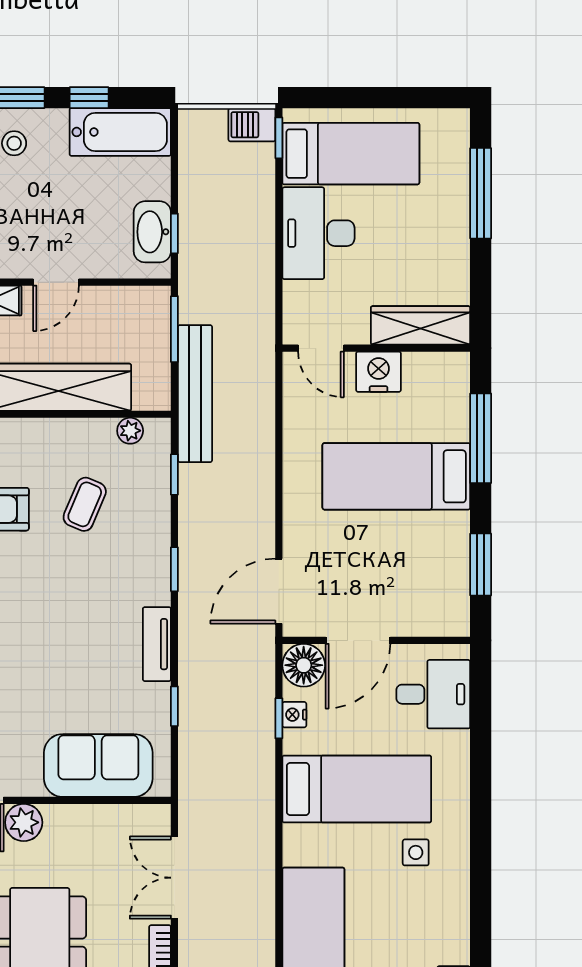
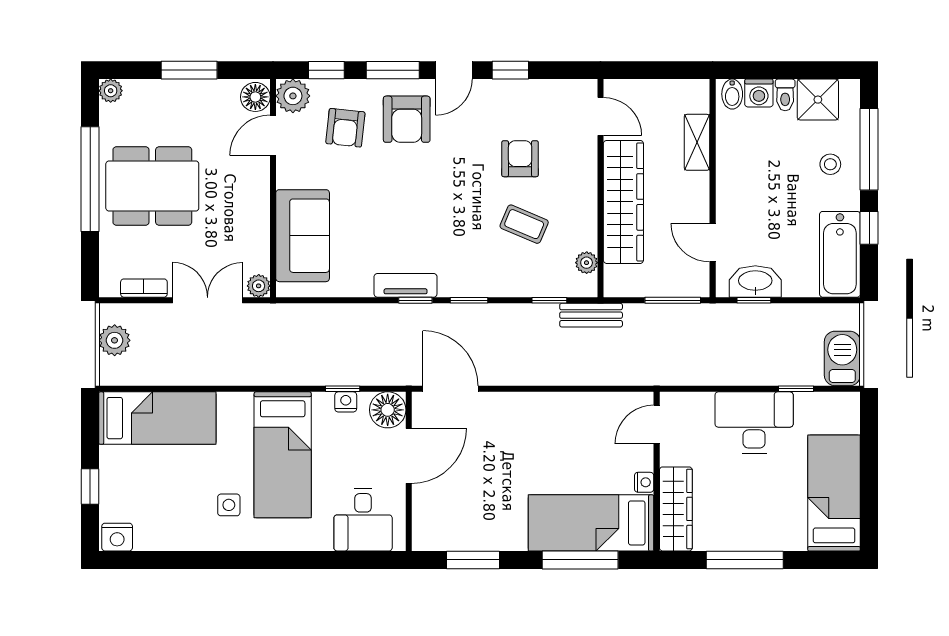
barbecue: (252, 125) -> (842, 358), width x1.38, depth x1.27
window: (279, 138) -> (796, 389), moved
bed: (351, 154) -> (834, 493), moved, turned 180
window: (481, 193) -> (745, 560), moved
door: (56, 282) -> (713, 243), moved
nightstand: (379, 372) -> (644, 482), width x0.53, depth x0.56
bench: (195, 394) -> (591, 315), width x0.54, depth x0.82
bed: (396, 476) -> (591, 523), moved, turned -90
door: (358, 640) -> (409, 456), swing flipped
window: (174, 706) -> (415, 300), moved
plant: (24, 822) -> (259, 286), moved, width x0.73, depth x0.73

